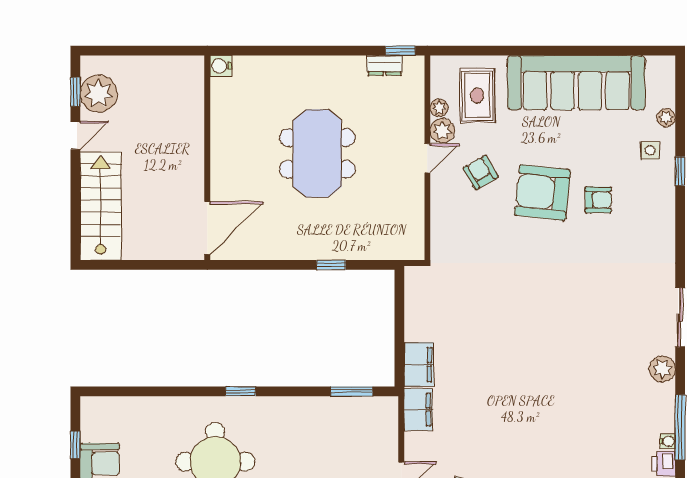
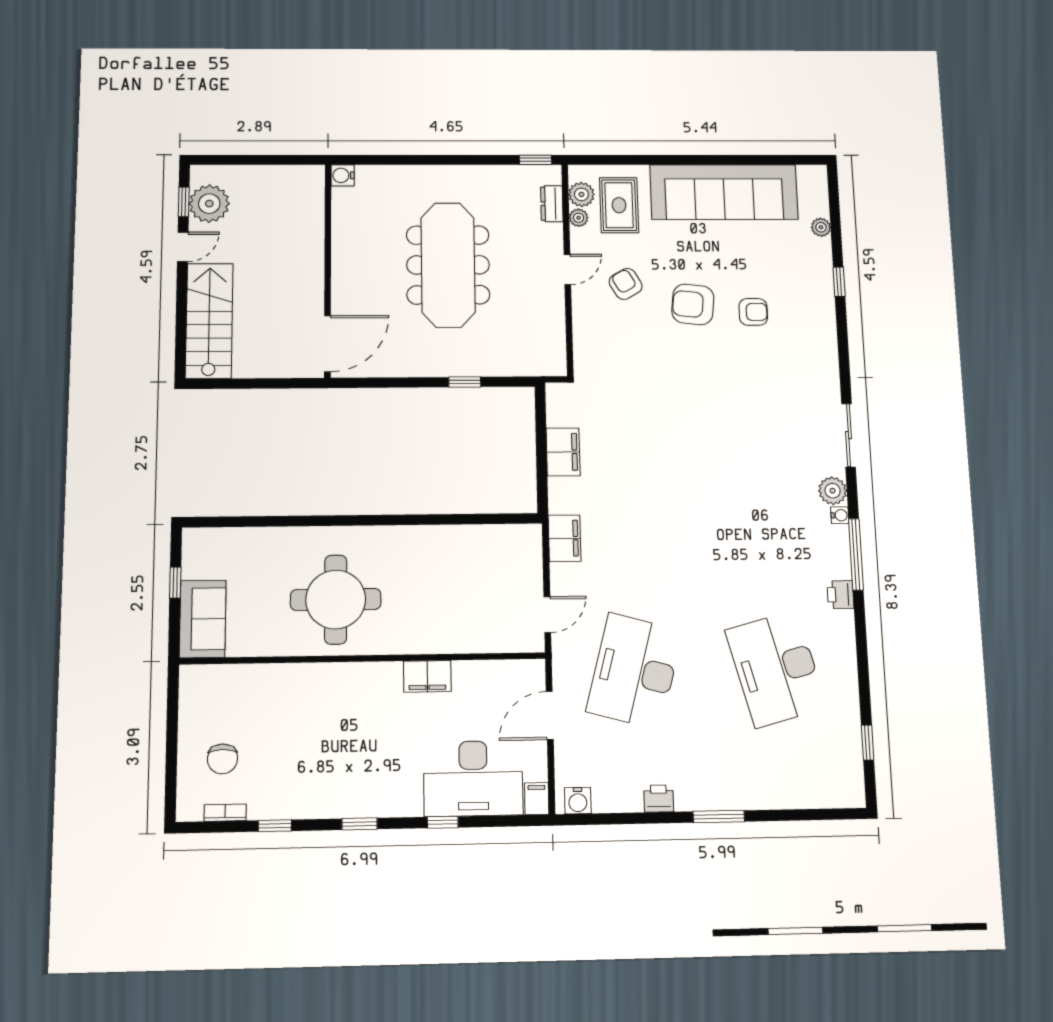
dresser: (385, 65) -> (552, 204), moved, turned 90
plant: (442, 131) -> (581, 194), moved
side table: (650, 150) -> (806, 261), removed
meeting table: (317, 153) -> (448, 265), width x1.36
armchair: (542, 192) -> (693, 304), width x0.73, depth x0.73
filing cabinet: (419, 364) -> (563, 452), moved
window: (241, 391) -> (365, 520), removed
window: (352, 391) -> (489, 519), removed
water cooler: (668, 441) -> (840, 515), moved

